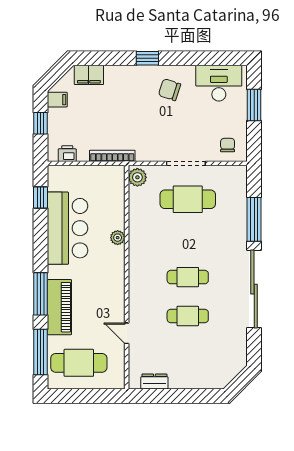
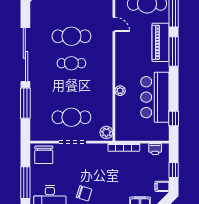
window: (254, 105) -> (25, 183), width x1.44
chair: (228, 145) -> (44, 155), width x1.87, depth x1.87
cafe table: (188, 316) -> (71, 36), width x1.37, depth x1.35

